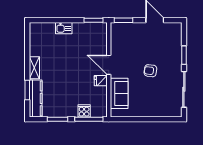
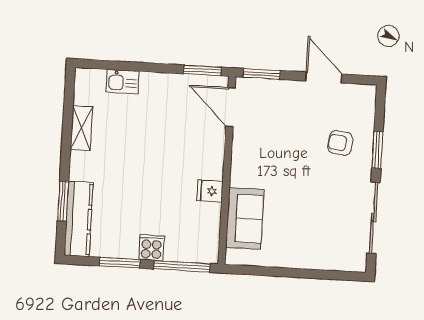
kitchen sink: (64, 28) -> (123, 82), moved
door: (109, 65) -> (231, 107), moved
shelving: (34, 68) -> (81, 128), moved
armchair: (150, 71) -> (340, 143), moved
cooker: (84, 111) -> (151, 248), moved

